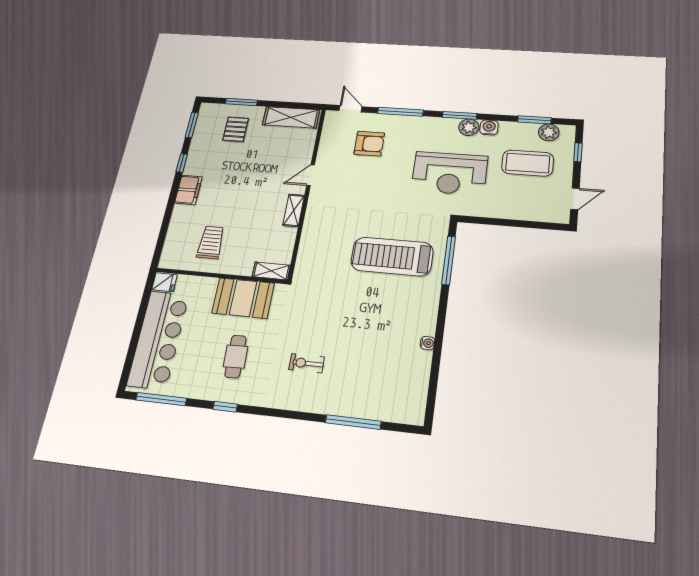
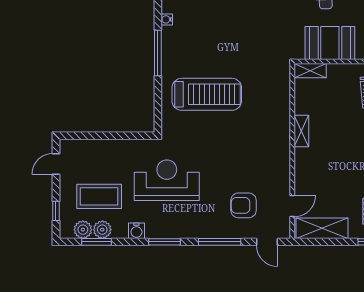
plant: (469, 127) -> (102, 230), moved
door: (311, 175) -> (292, 206), moved
window: (449, 260) -> (158, 53), moved

